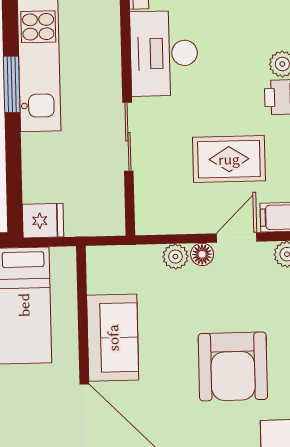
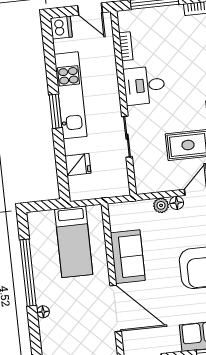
desk: (164, 53) -> (144, 85), width x0.73
fridge: (43, 221) -> (78, 165), moved

